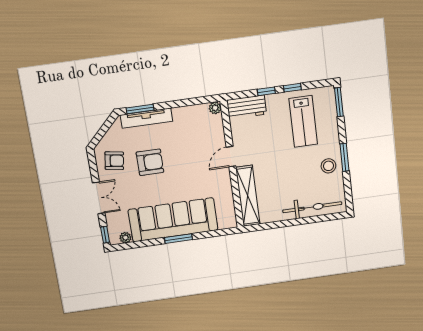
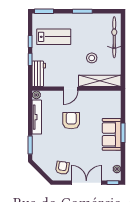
tv unit: (146, 118) -> (37, 117), moved
door: (231, 157) -> (71, 89), hinge flipped
armchair: (150, 162) -> (71, 121), moved
stool: (328, 166) -> (92, 58), moved
double door: (99, 198) -> (86, 183), width x1.37
sofa: (173, 220) -> (112, 134), width x0.54, depth x0.79

